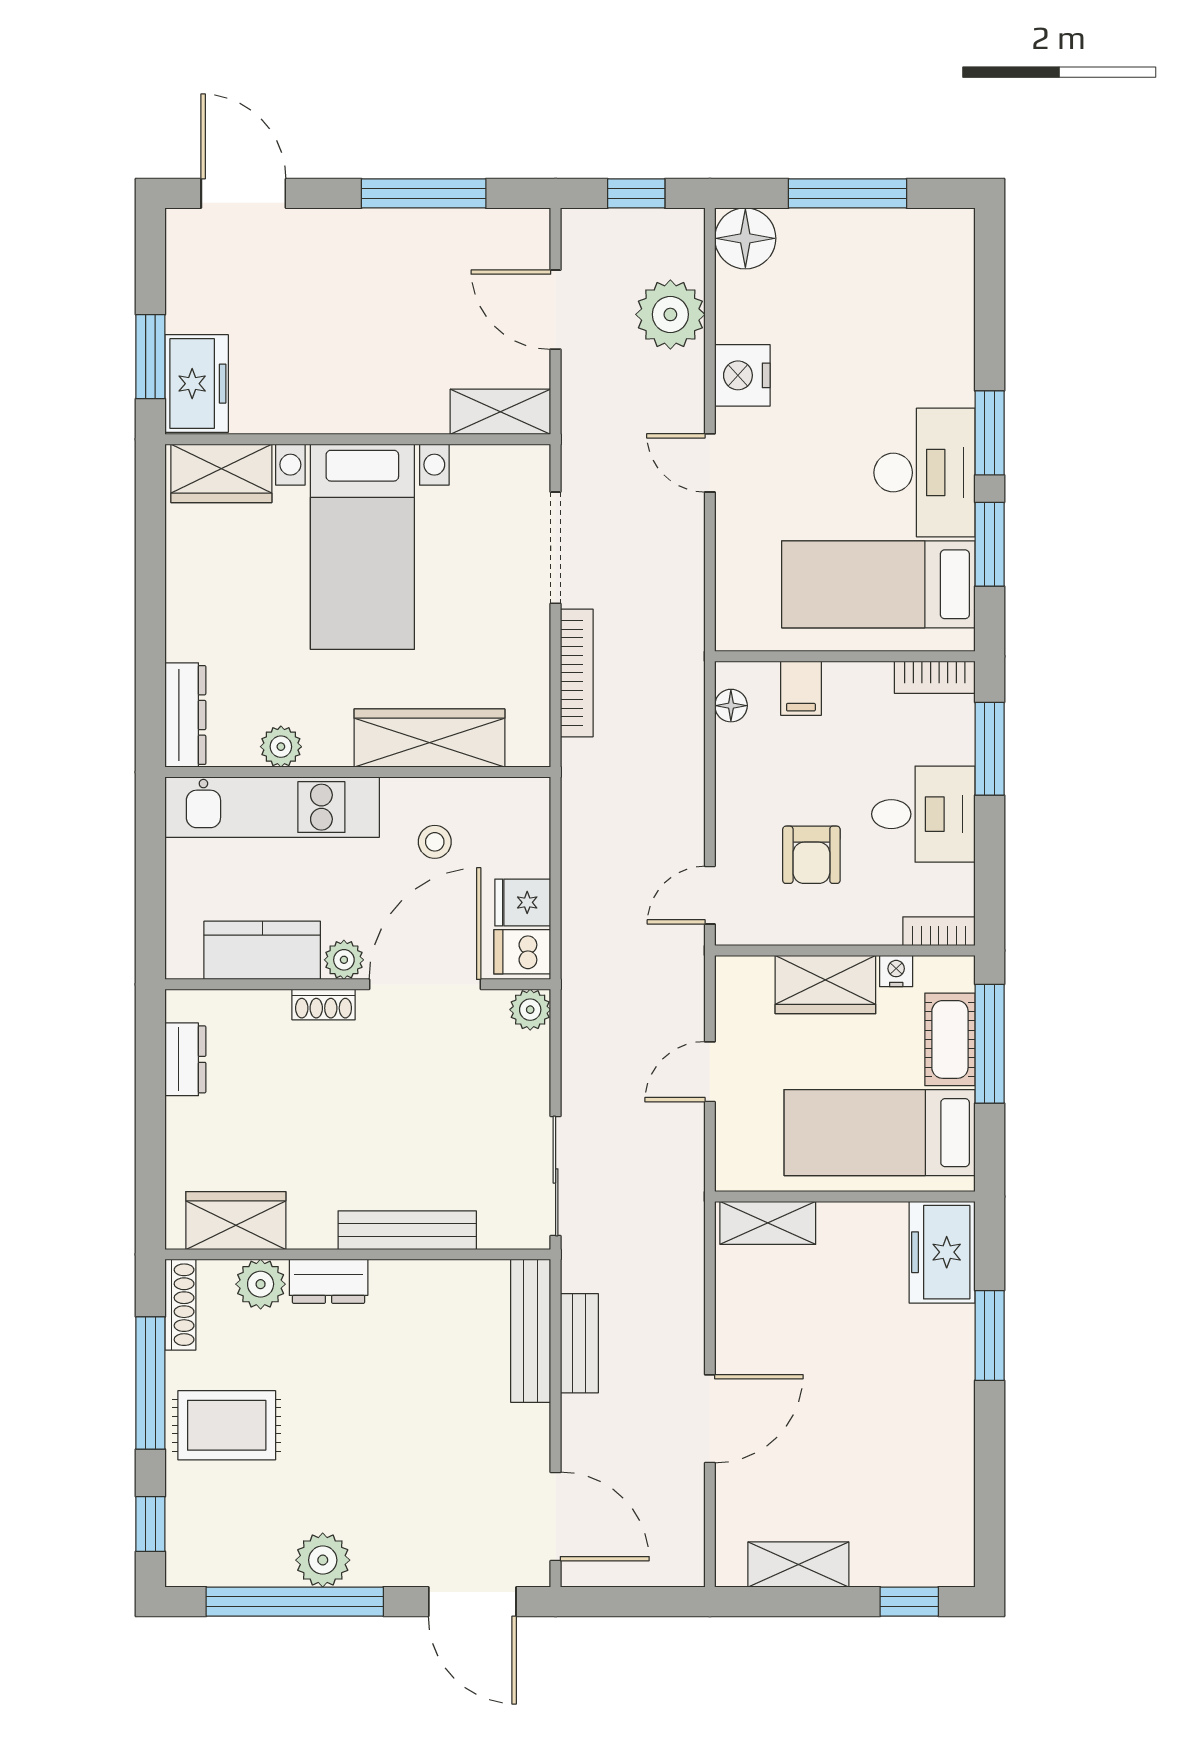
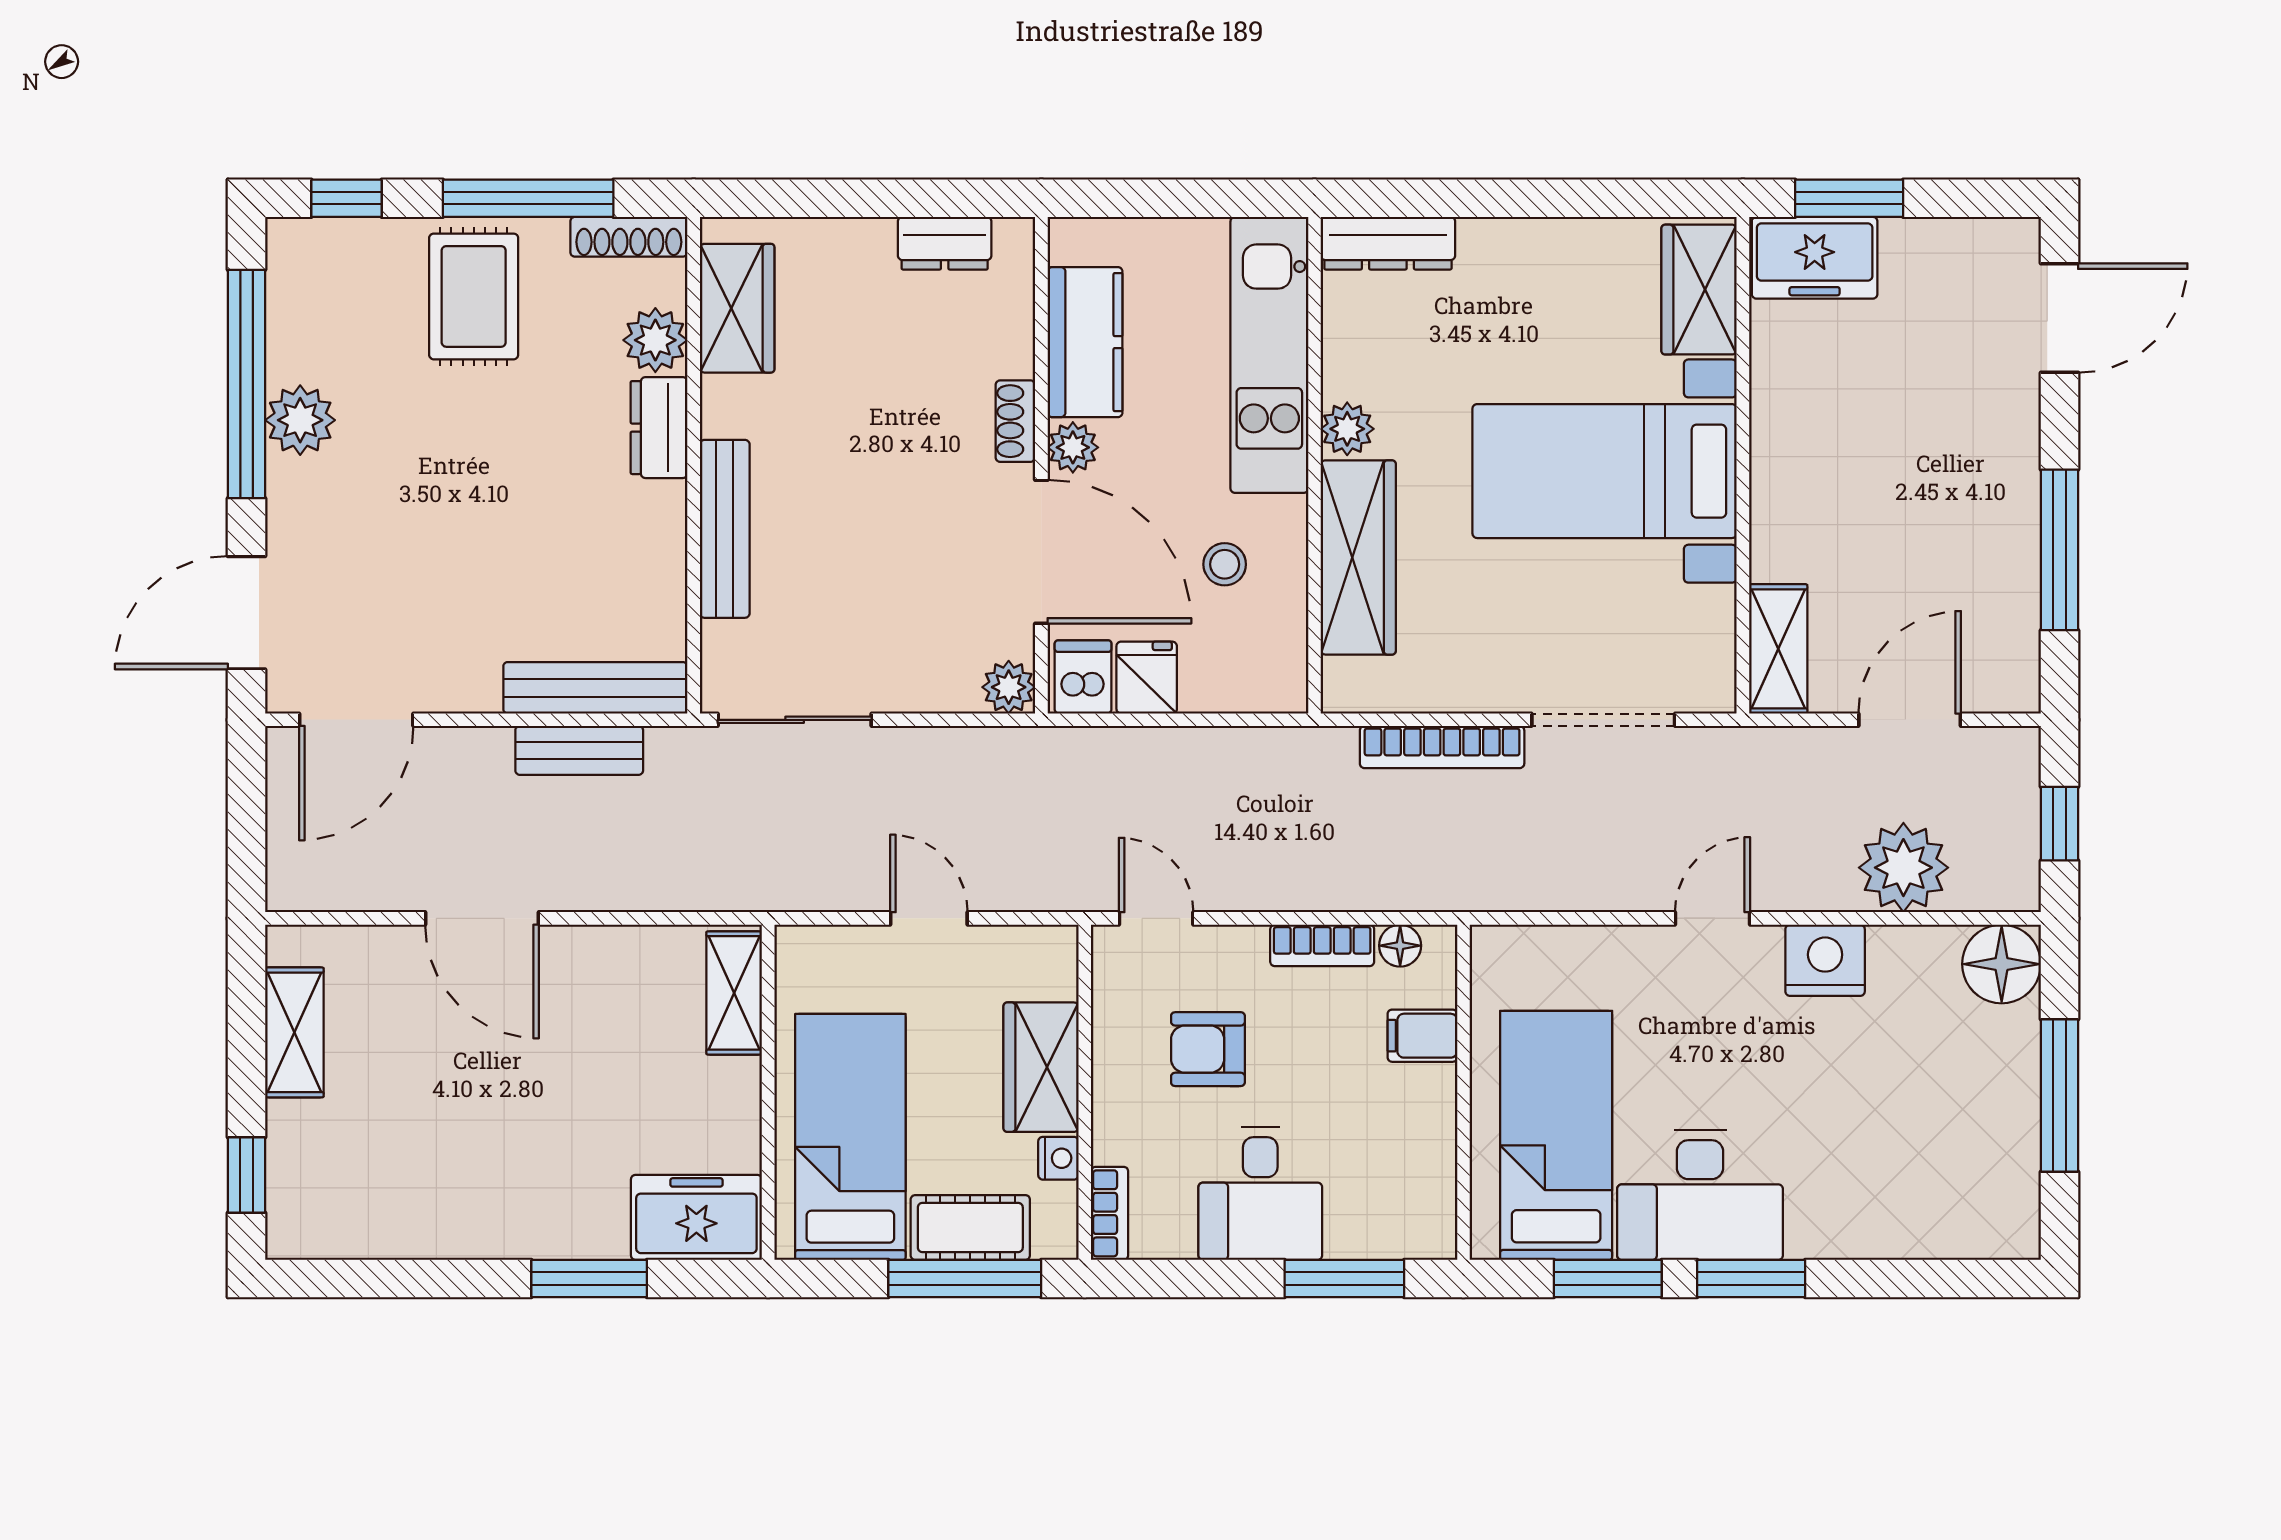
bookcase: (935, 677) -> (1322, 945), moved, turned -90
plant: (281, 747) -> (1347, 429), moved

